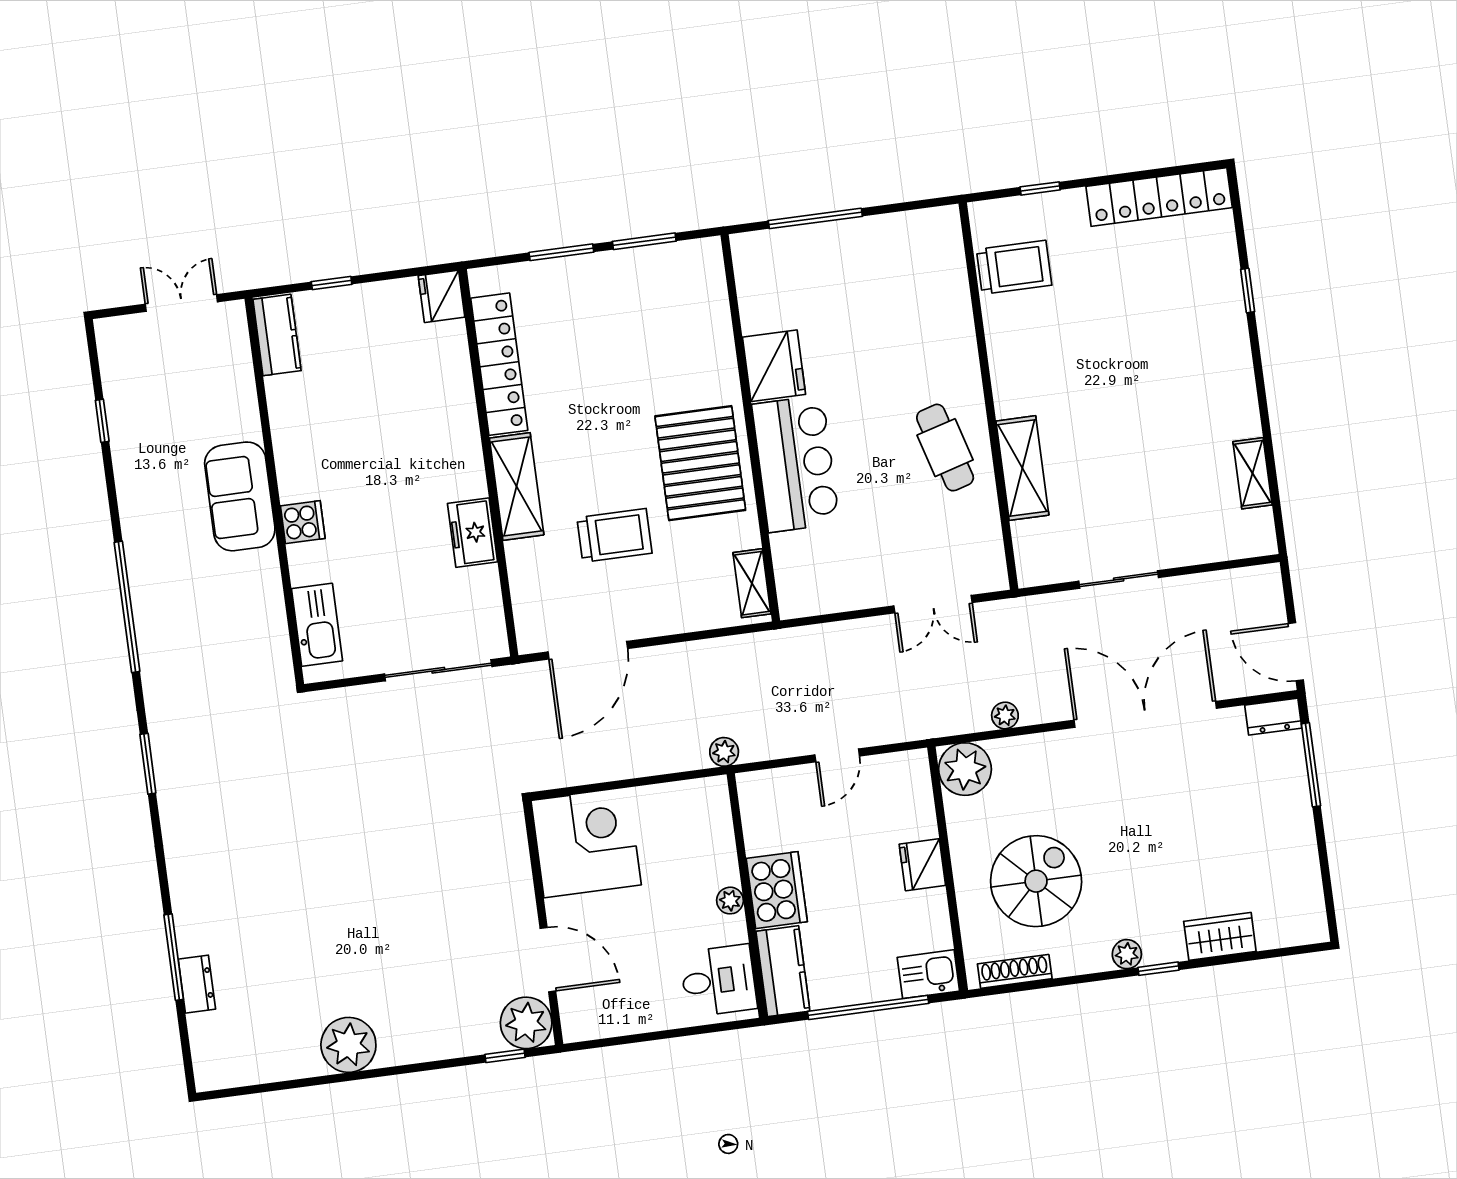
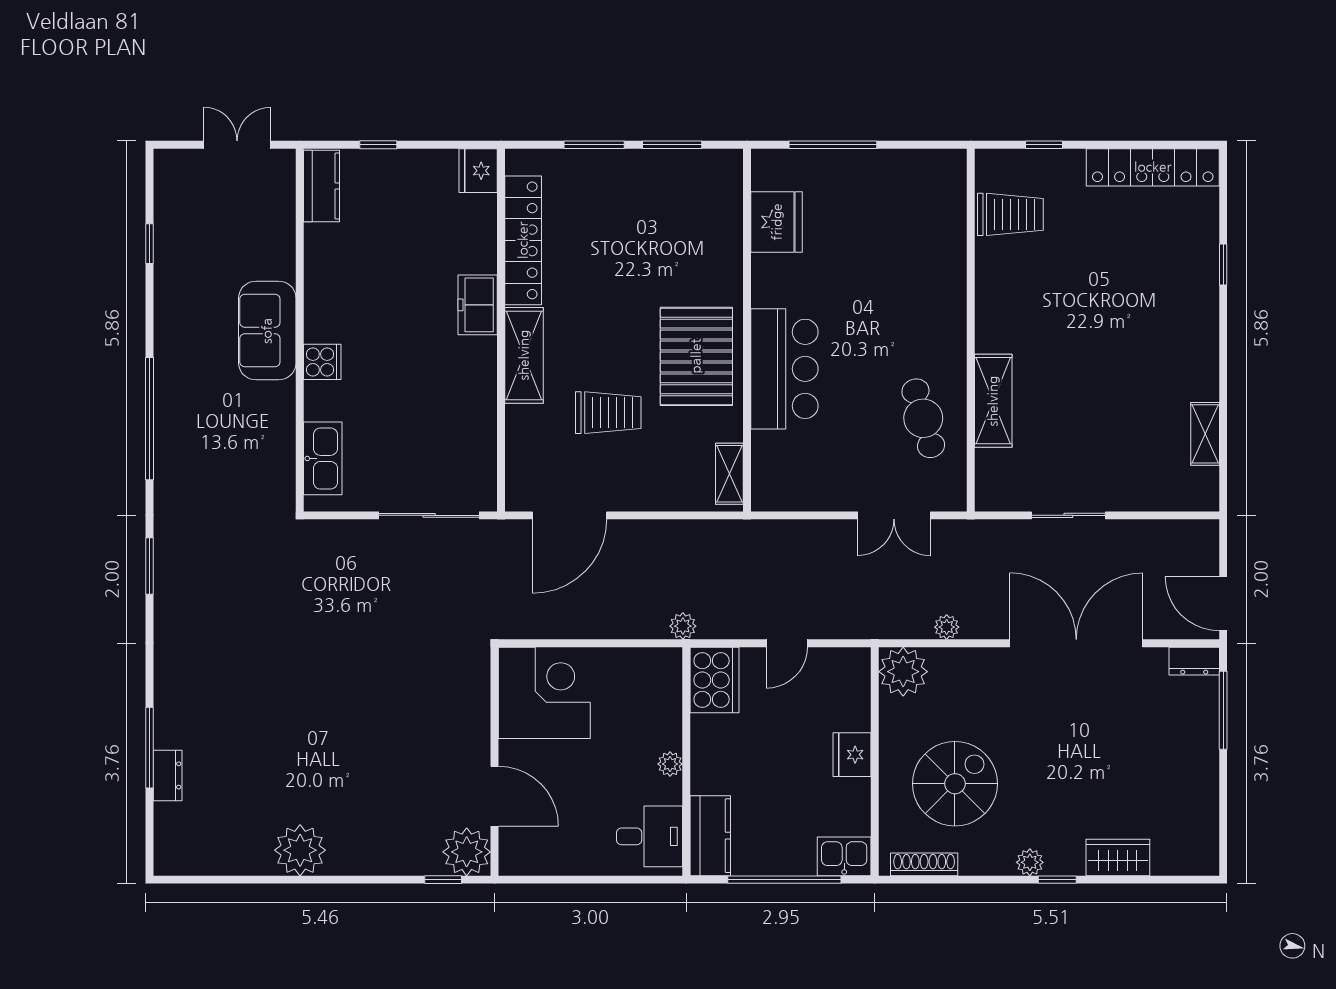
fridge: (774, 366) -> (777, 222), moved
cafe table: (945, 448) -> (923, 418), moved
freezer: (472, 533) -> (478, 305), moved
cooker: (777, 890) -> (714, 680), moved

